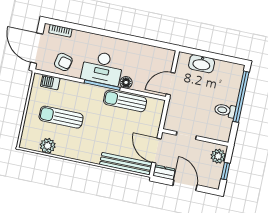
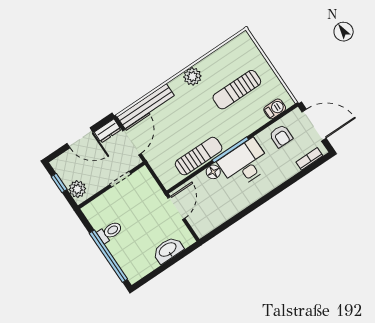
armchair: (63, 62) -> (281, 136), turned -103
sun lounger: (61, 117) -> (237, 90), turned 180
plant: (48, 146) -> (192, 76), moved
door: (156, 151) -> (132, 142), hinge flipped

